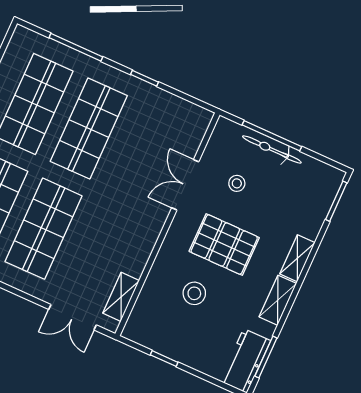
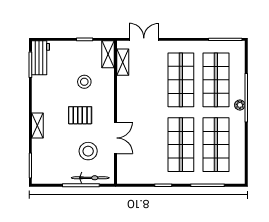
bicycle: (272, 149) -> (90, 178), moved
stool: (237, 183) -> (88, 151), width x1.89, depth x1.89
pallet: (224, 244) -> (80, 115), width x0.67, depth x0.71
shelving: (278, 300) -> (108, 54), moved

